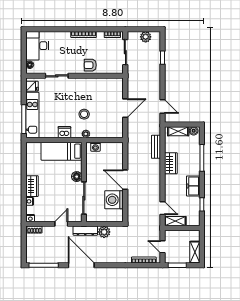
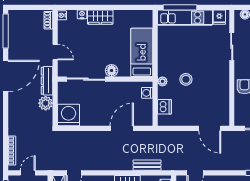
door: (125, 108) -> (210, 128), moved
dishwasher: (64, 132) -> (164, 107), moved
door: (125, 180) -> (122, 128), moved
washing machine: (114, 200) -> (69, 115), moved

